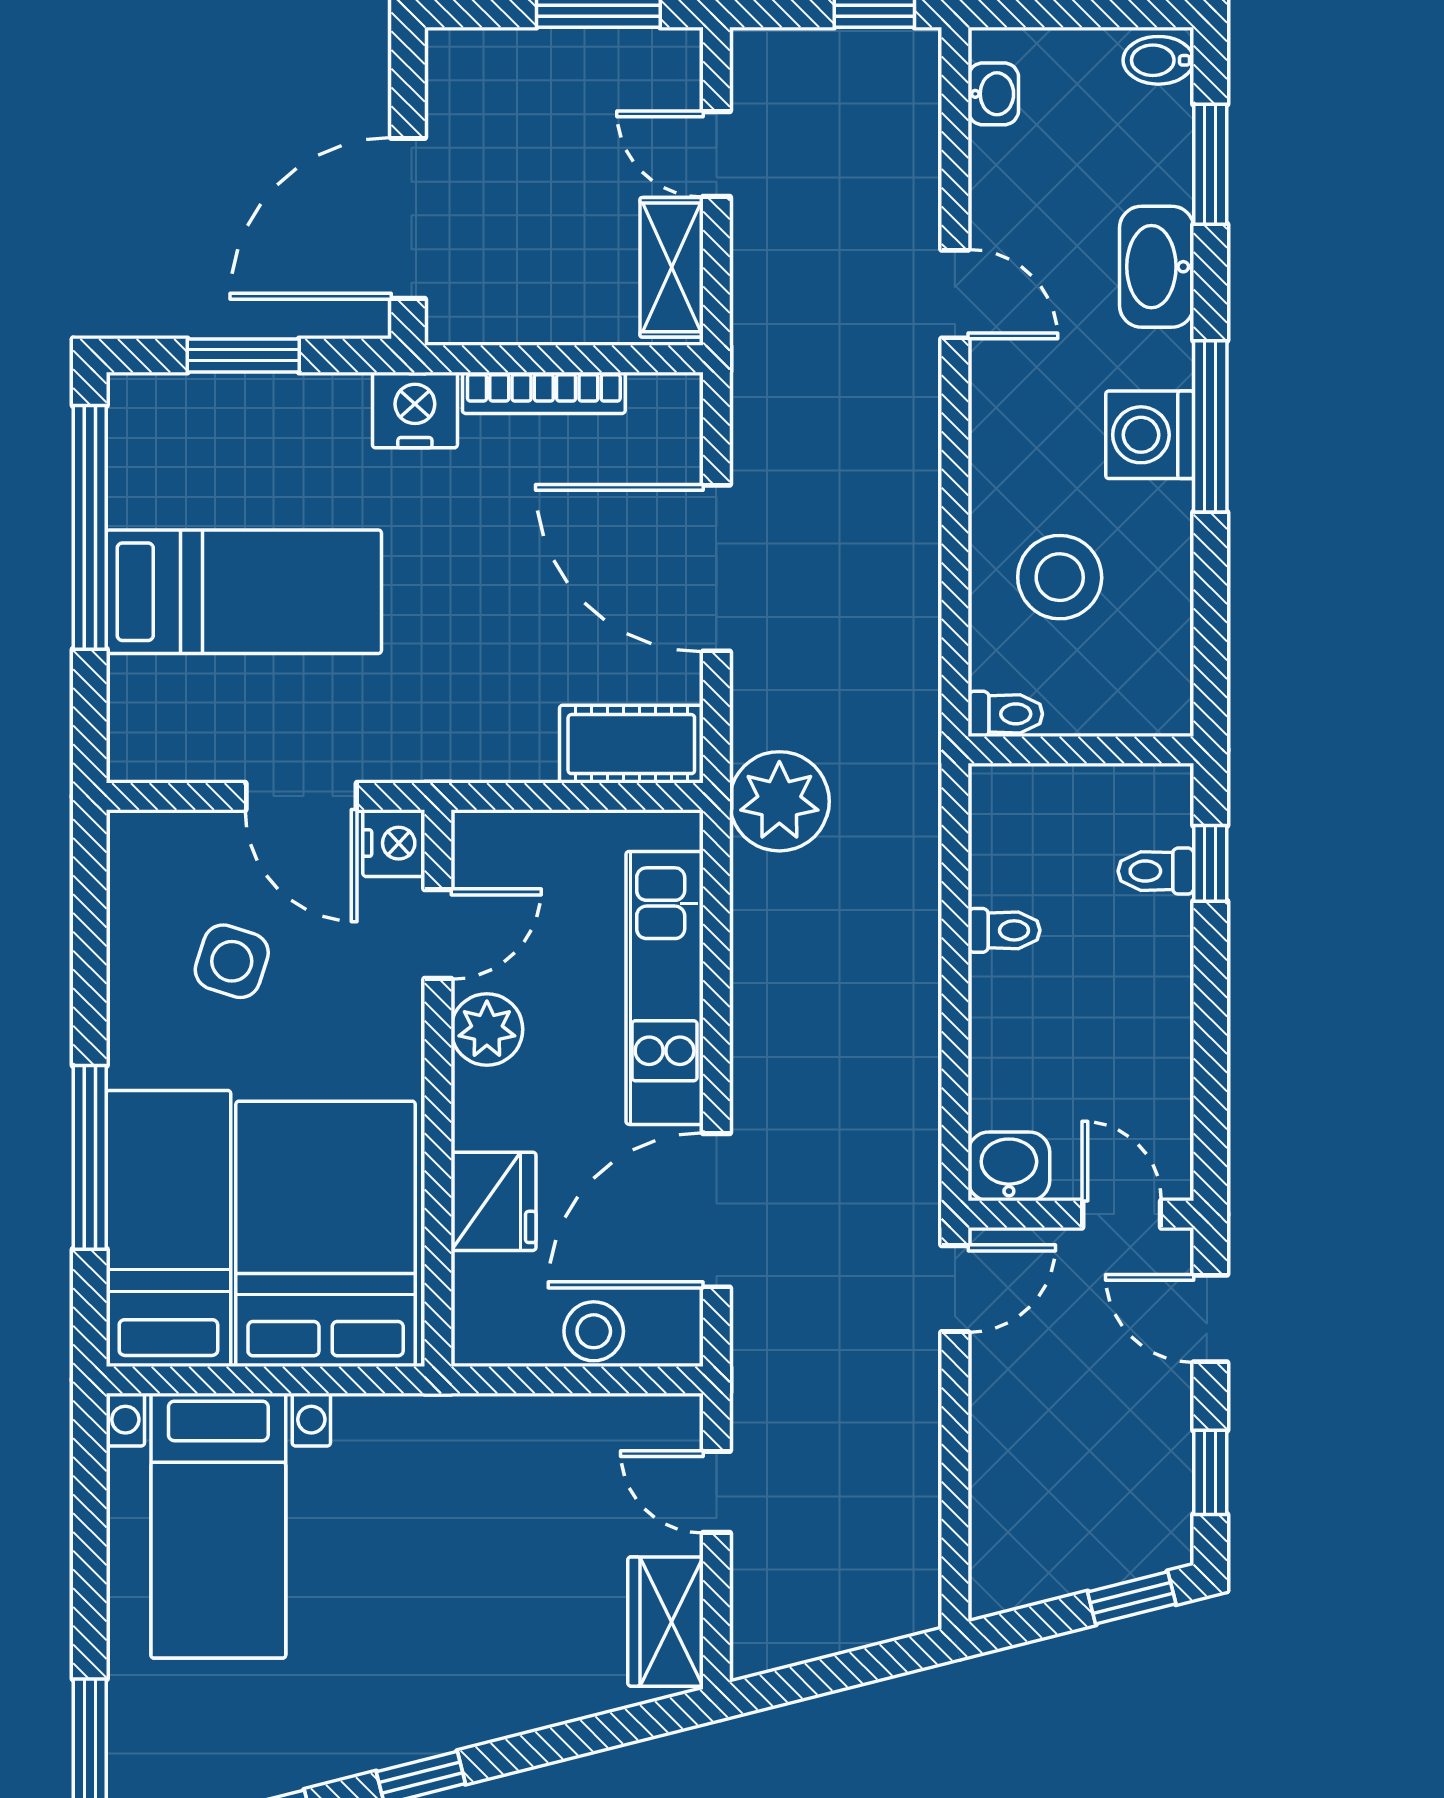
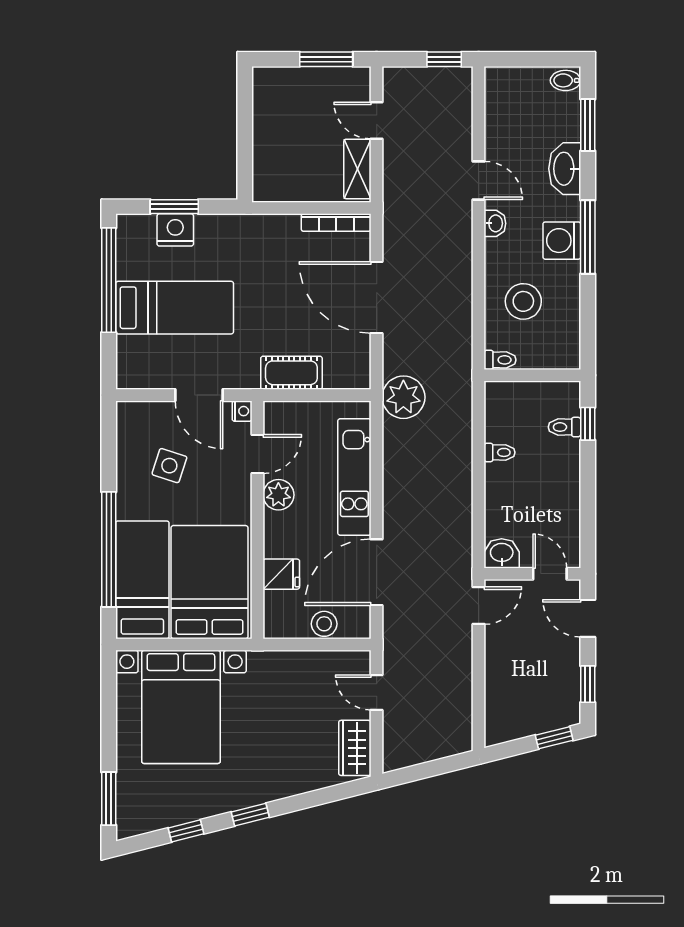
washbasin: (993, 94) -> (495, 223), moved
door: (408, 218) -> (245, 148), removed
bookcase: (544, 393) -> (336, 223), moved
nightstand: (415, 410) -> (175, 230), moved
cot: (631, 744) -> (291, 373), moved
nightstand: (394, 843) -> (242, 411), width x0.72, depth x0.74
window: (90, 1157) -> (109, 549), width x1.46
fridge: (493, 1201) -> (281, 574), width x0.72
bed with nightstands: (218, 1526) -> (181, 707), width x1.36

